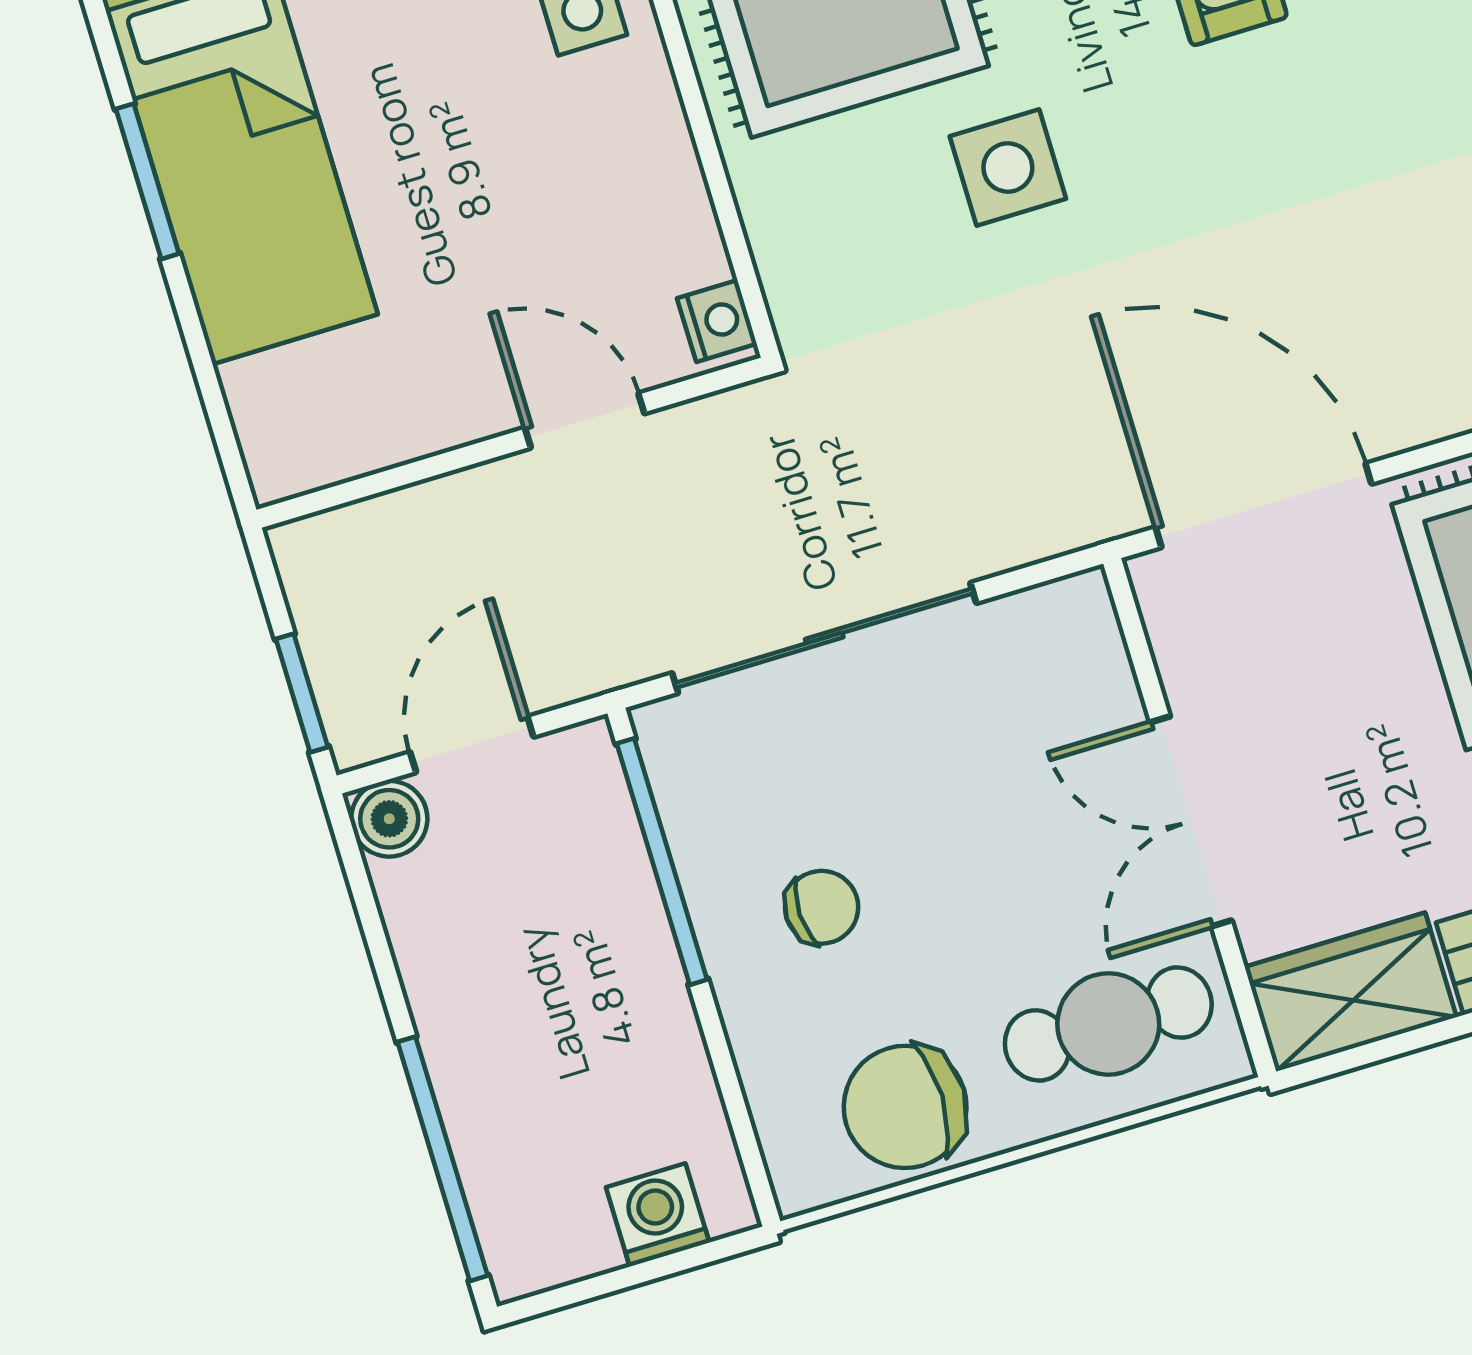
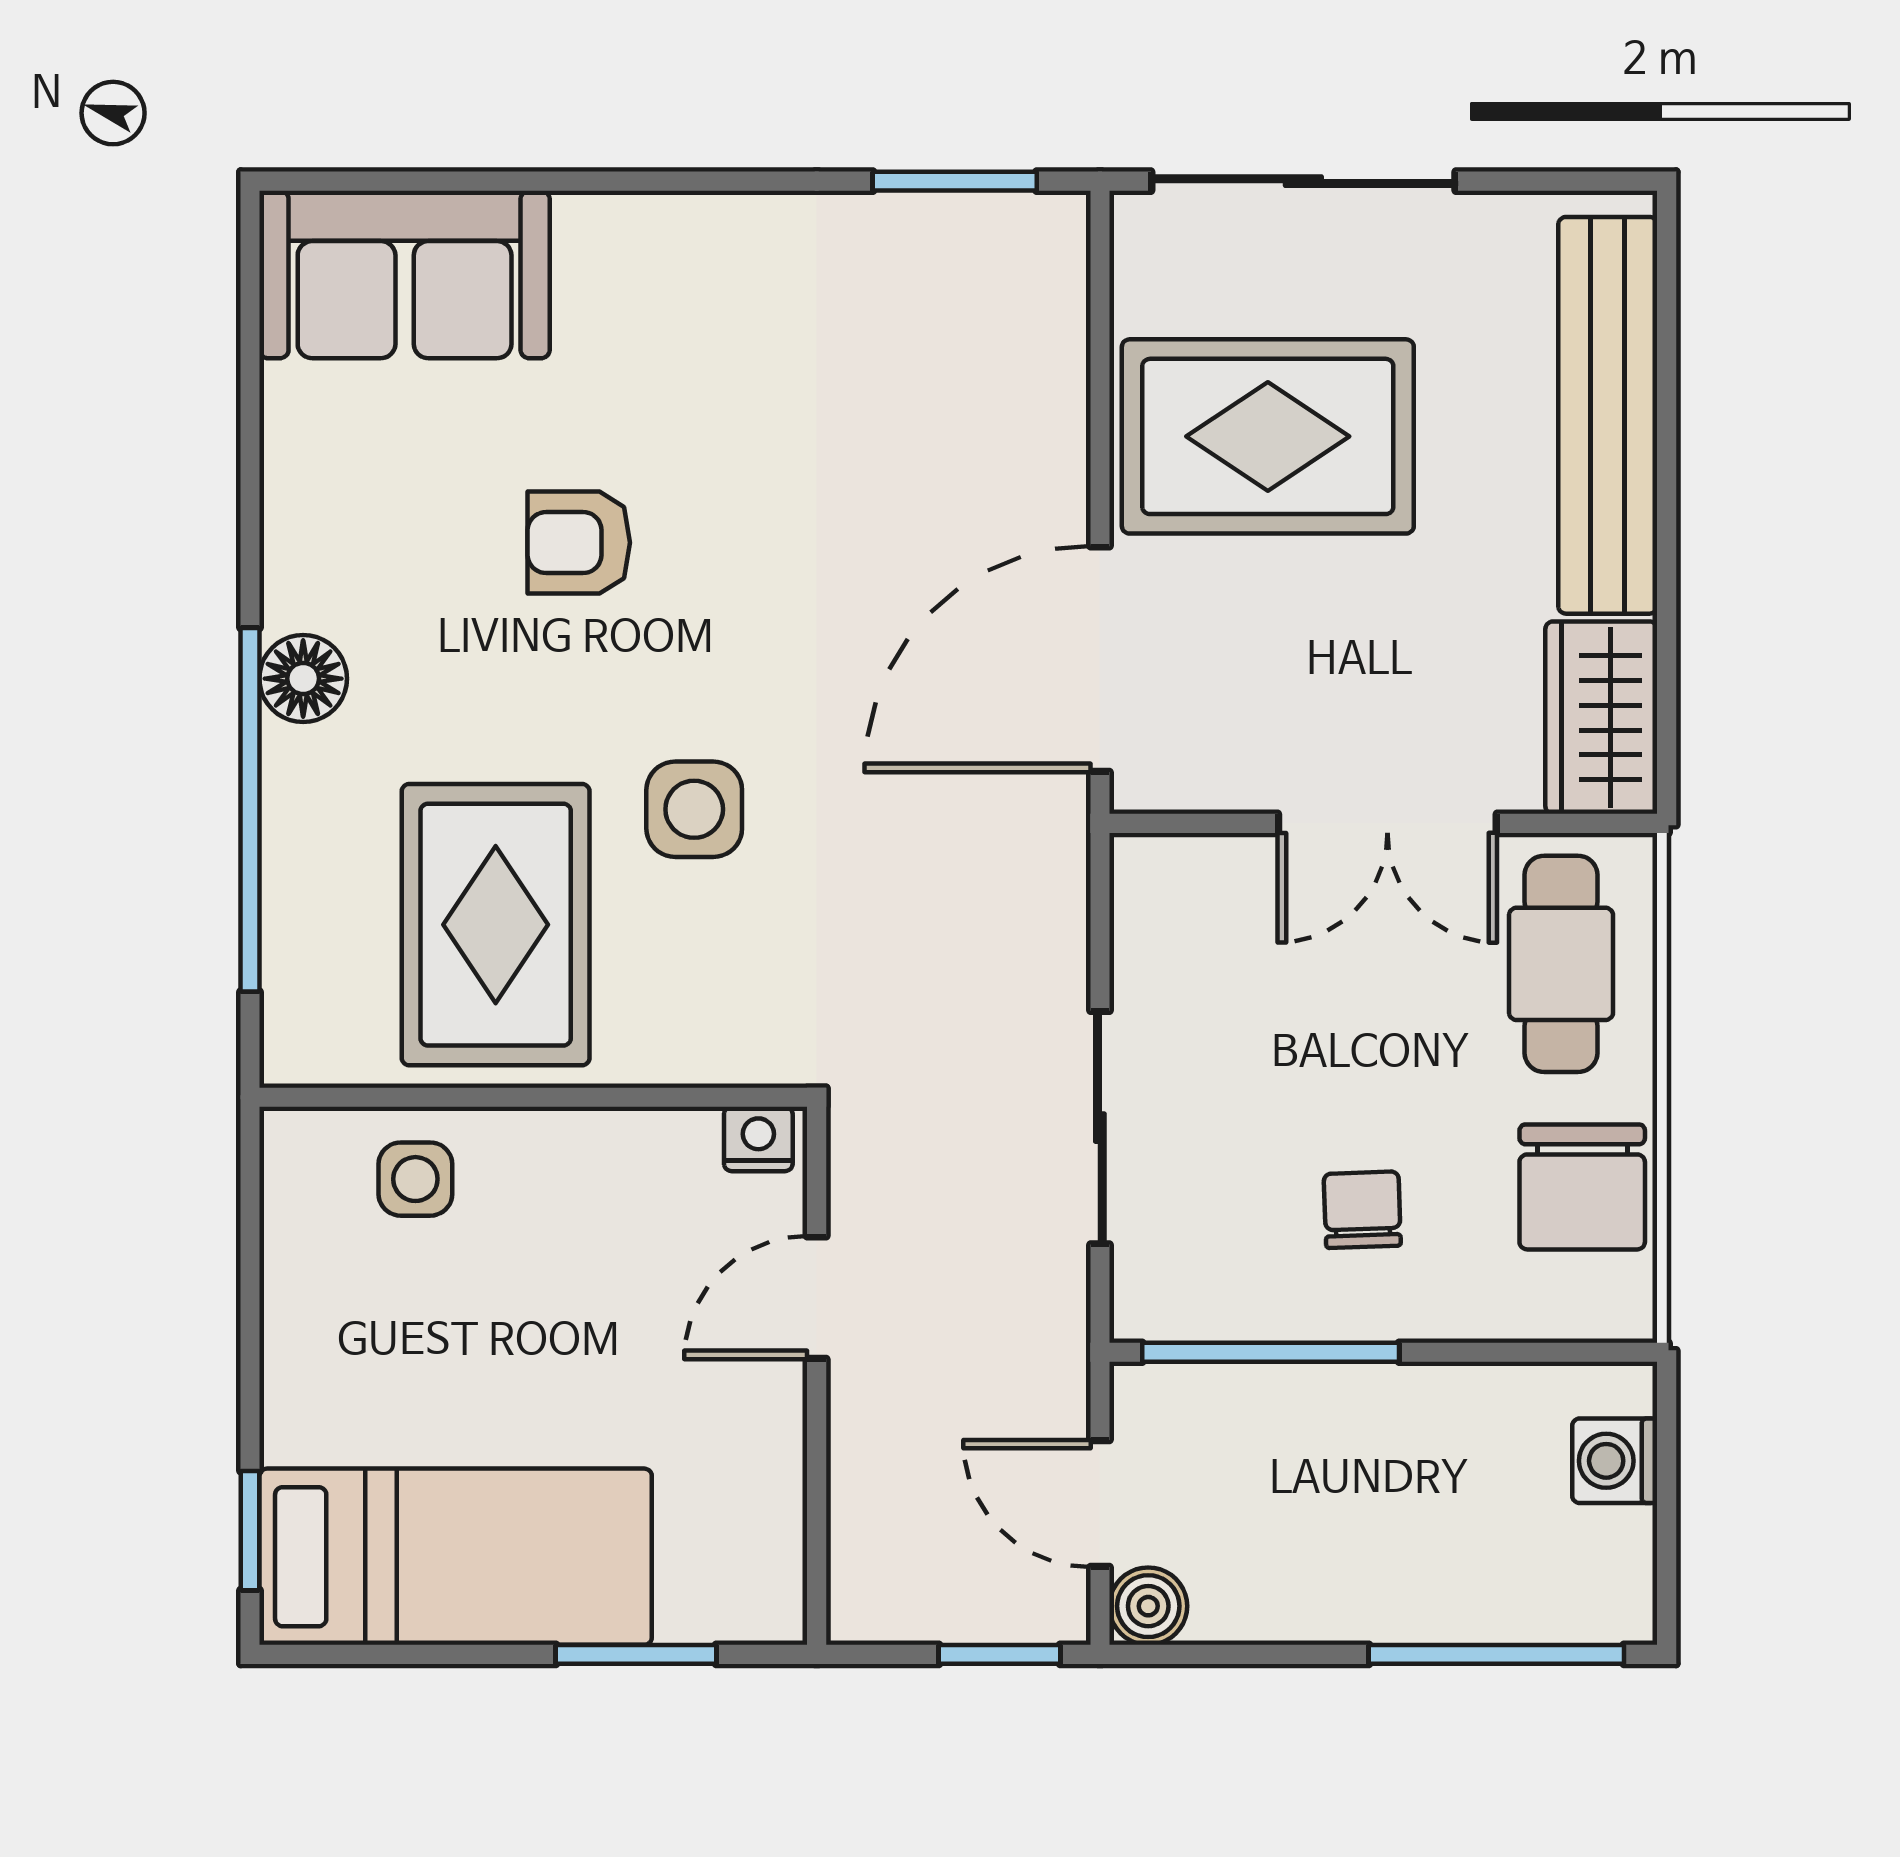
window: (147, 181) -> (636, 1654), moved
sliding door: (824, 638) -> (1100, 1128), width x0.73

